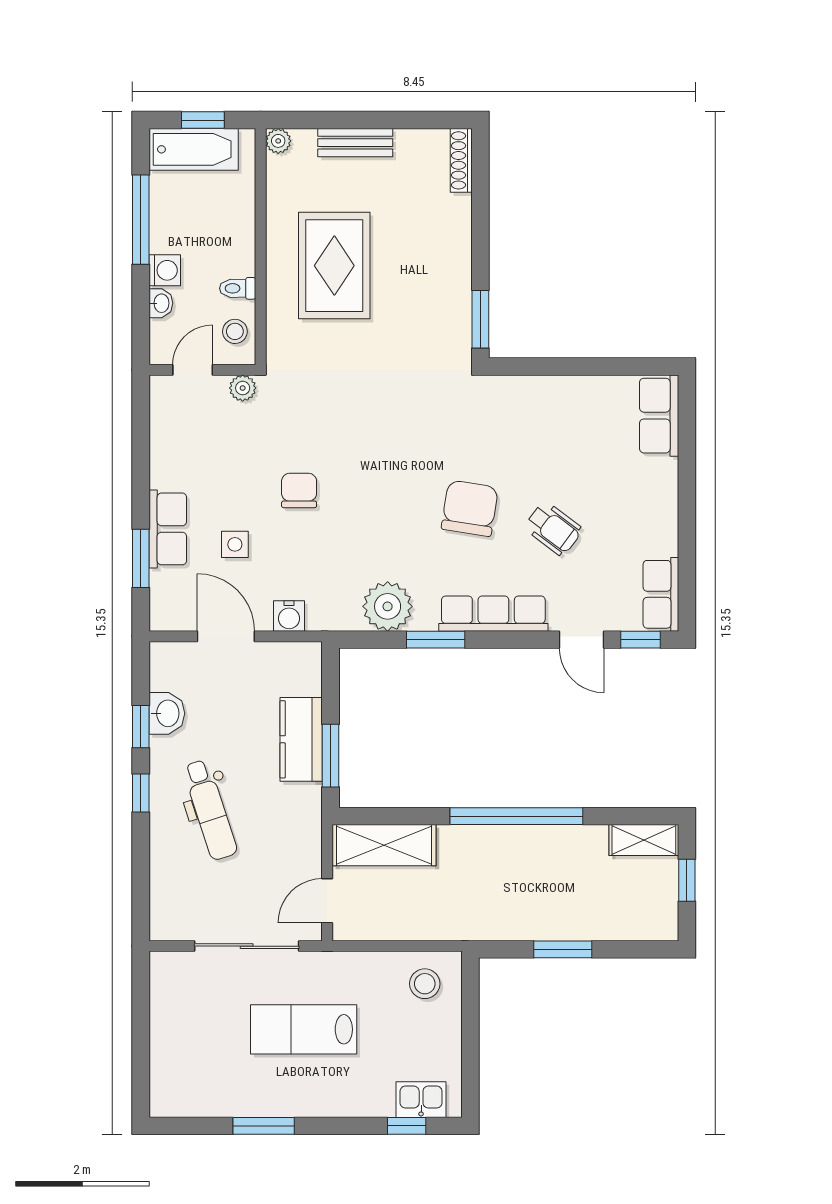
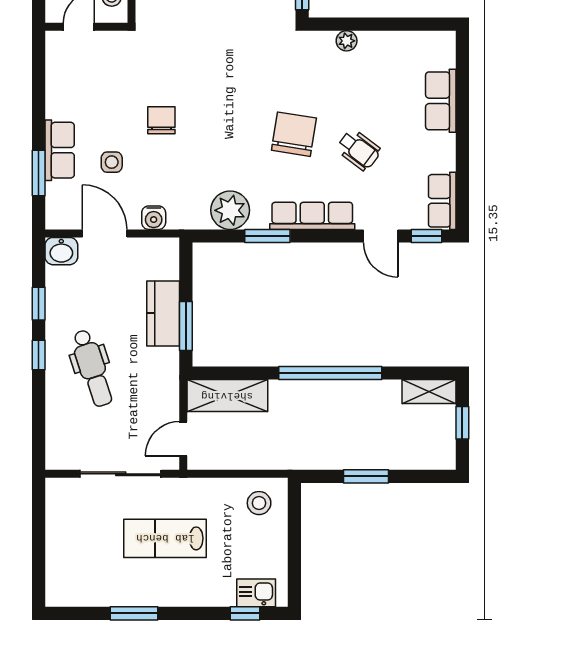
plant: (243, 388) -> (347, 41), moved
row of seats: (659, 416) -> (441, 101), moved
washbasin: (167, 713) -> (61, 251), moved, turned 90

